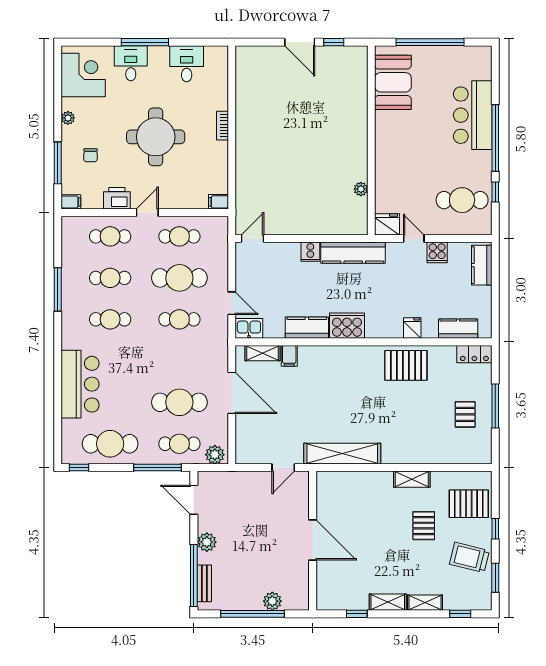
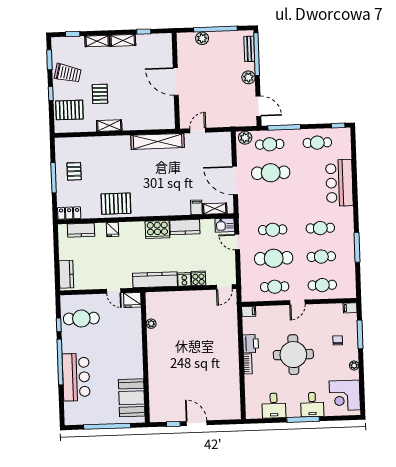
printer: (117, 198) -> (251, 344), moved, turned -90
cooker: (437, 252) -> (198, 278), moved
cafe table: (110, 444) -> (317, 143), width x0.73, depth x0.74

